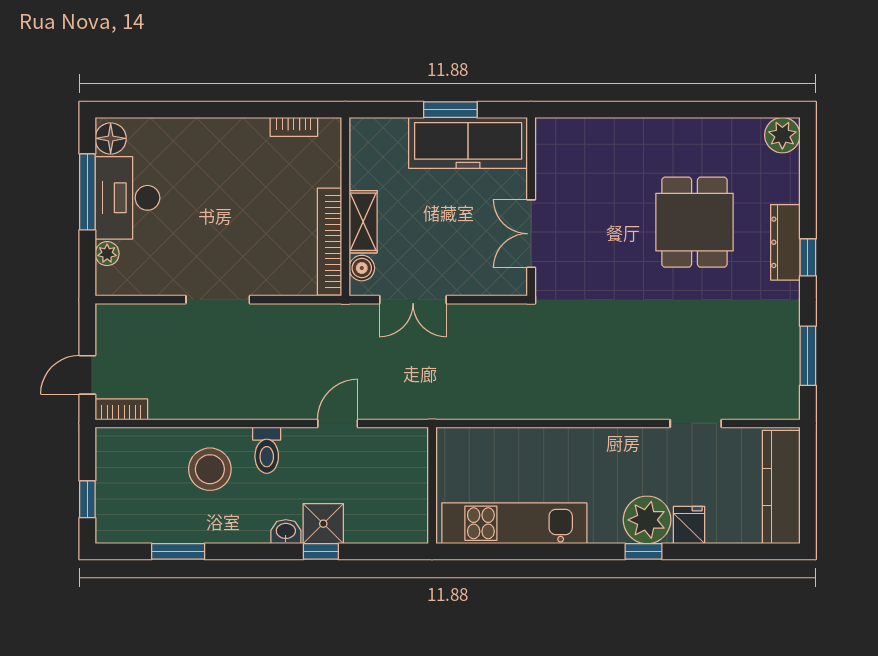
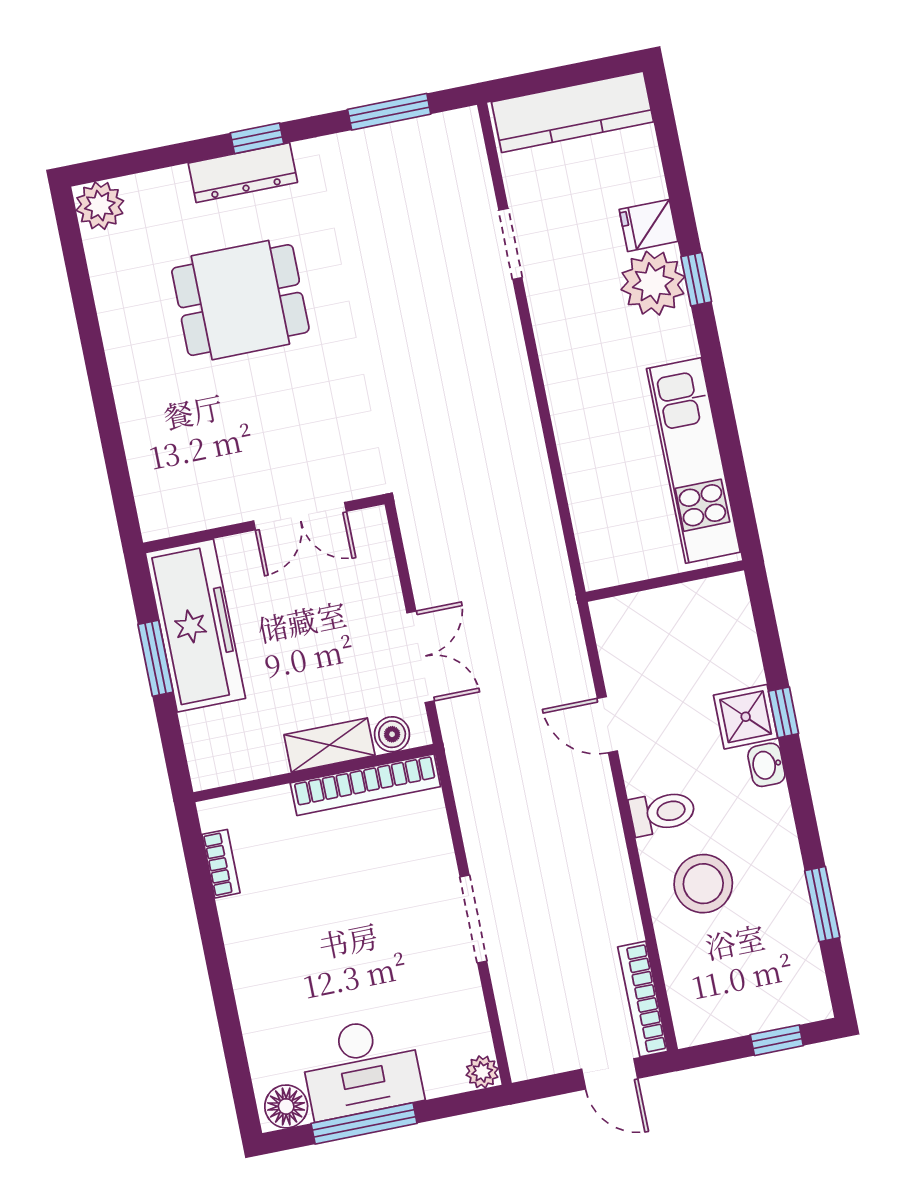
plant: (107, 254) -> (482, 1072), moved
bookcase: (121, 409) -> (643, 999), width x1.56

